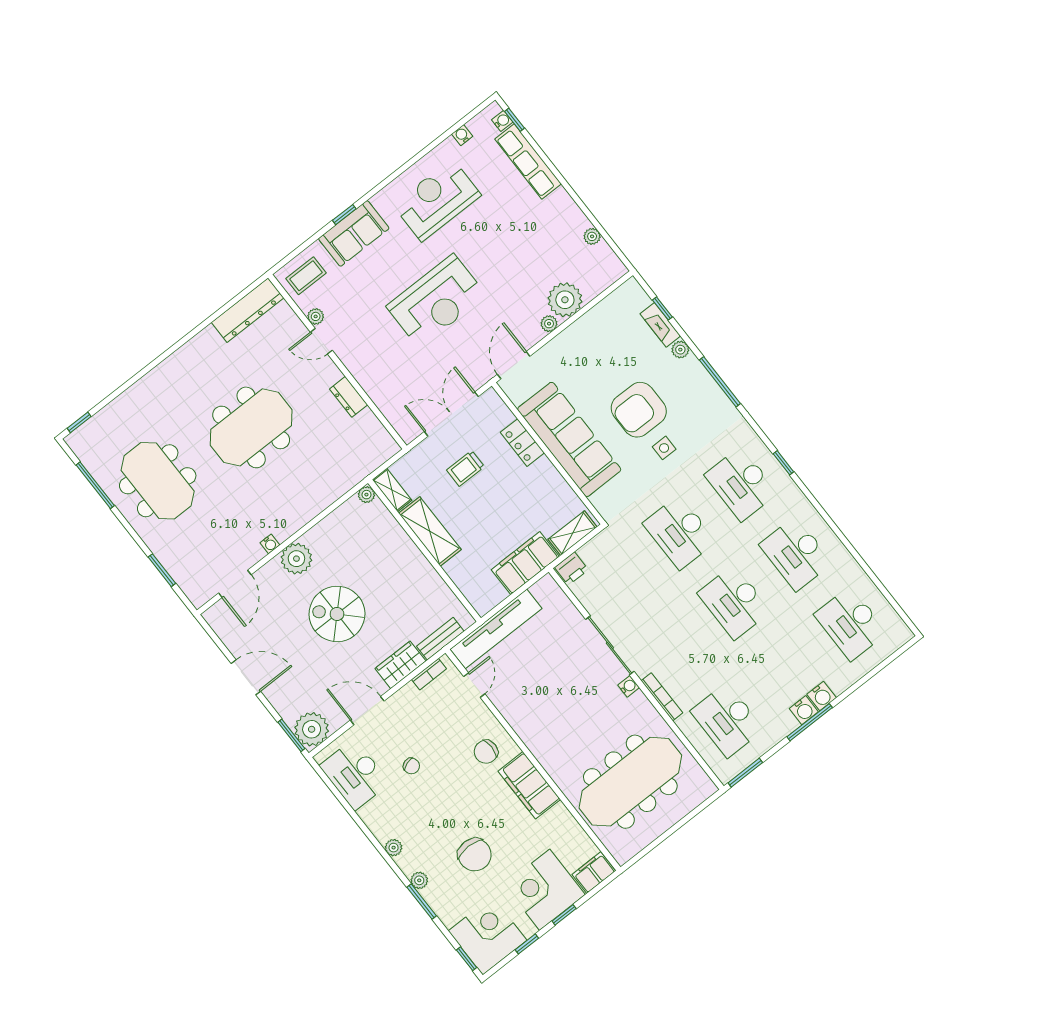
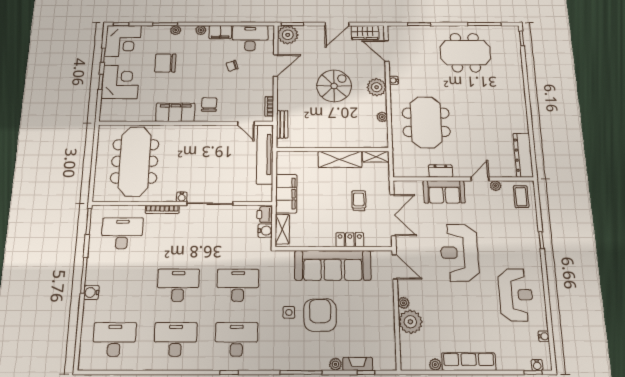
row of seats: (528, 161) -> (469, 362), moved
sofa: (354, 233) -> (444, 192), moved, turned -90
meeting table: (251, 427) -> (426, 122), moved
plant: (366, 495) -> (382, 117), moved
wardrobe: (400, 665) -> (365, 33), moved, turned 90
water cooler: (804, 710) -> (265, 231), moved, turned 180
filing cabinet: (594, 873) -> (220, 32), moved, turned 90

